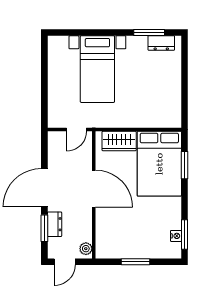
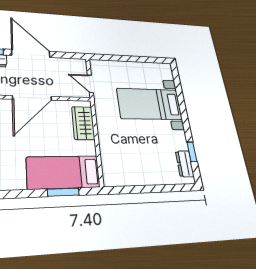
window: (149, 32) -> (192, 152), width x0.67
bed: (159, 164) -> (63, 172), width x0.67

